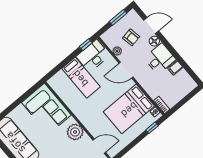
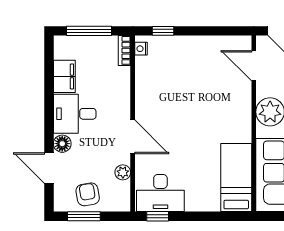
armchair: (131, 37) -> (88, 194), moved
filing cabinet: (175, 68) -> (64, 76), width x2.00
bed: (81, 78) -> (236, 178), moved
window: (184, 100) -> (89, 31), added
bed: (129, 109) -> (172, 82), removed

